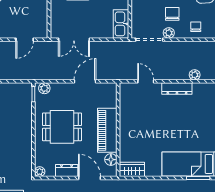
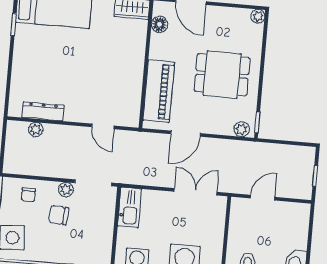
chair: (172, 14) -> (59, 215), turned 94
dresser: (177, 89) -> (43, 111), moved
piano: (107, 130) -> (159, 91), moved
dresser: (67, 170) -> (221, 15), removed

